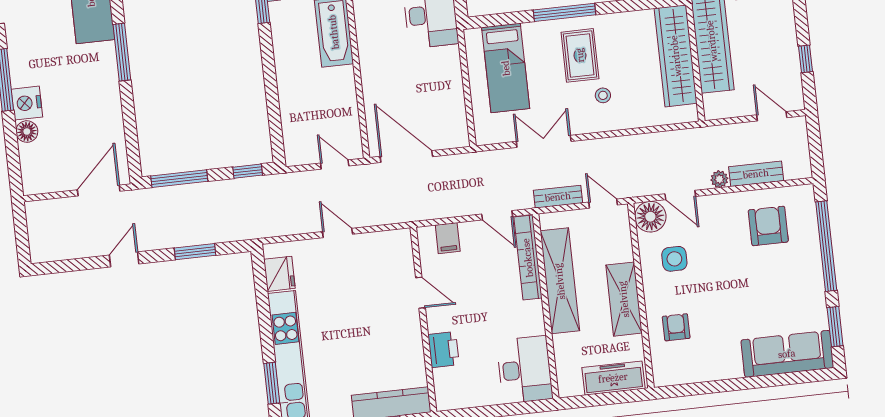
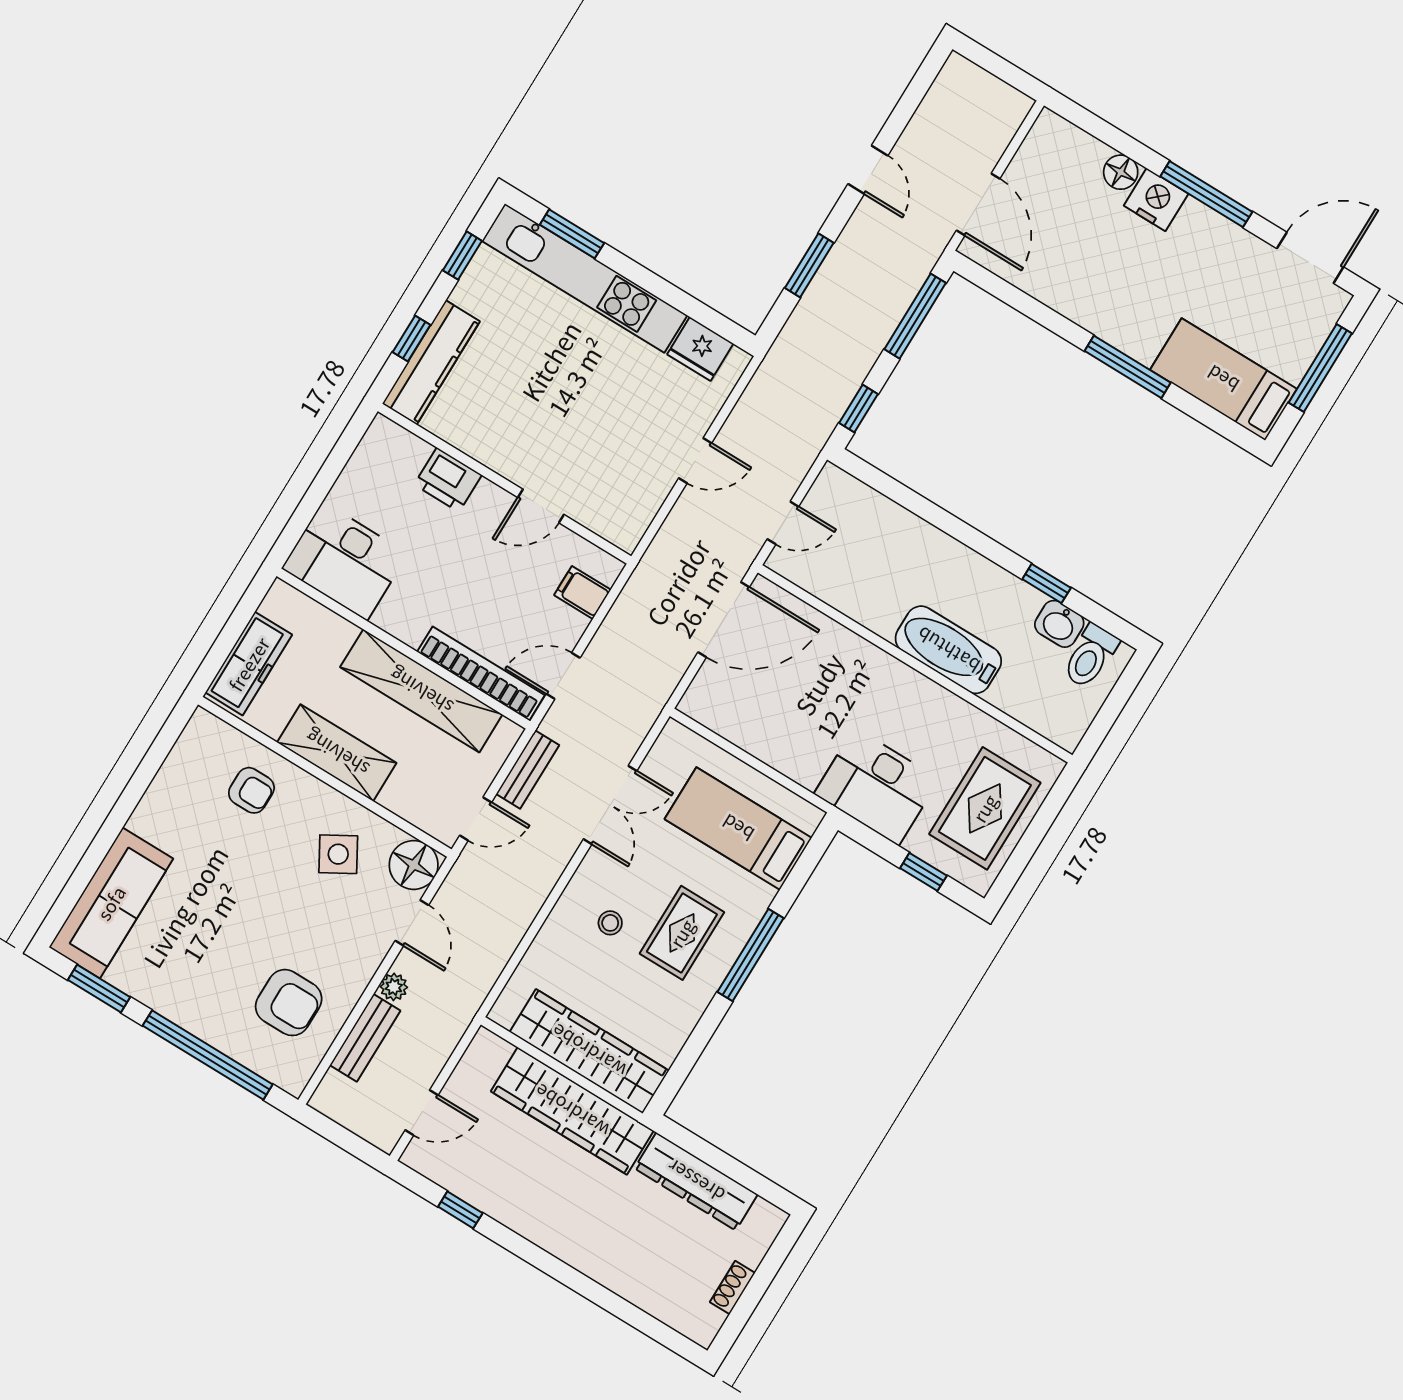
rug: (580, 55) -> (682, 933), turned 90
door: (680, 195) -> (412, 923), swing flipped
side table: (674, 259) -> (338, 854), turned -30

